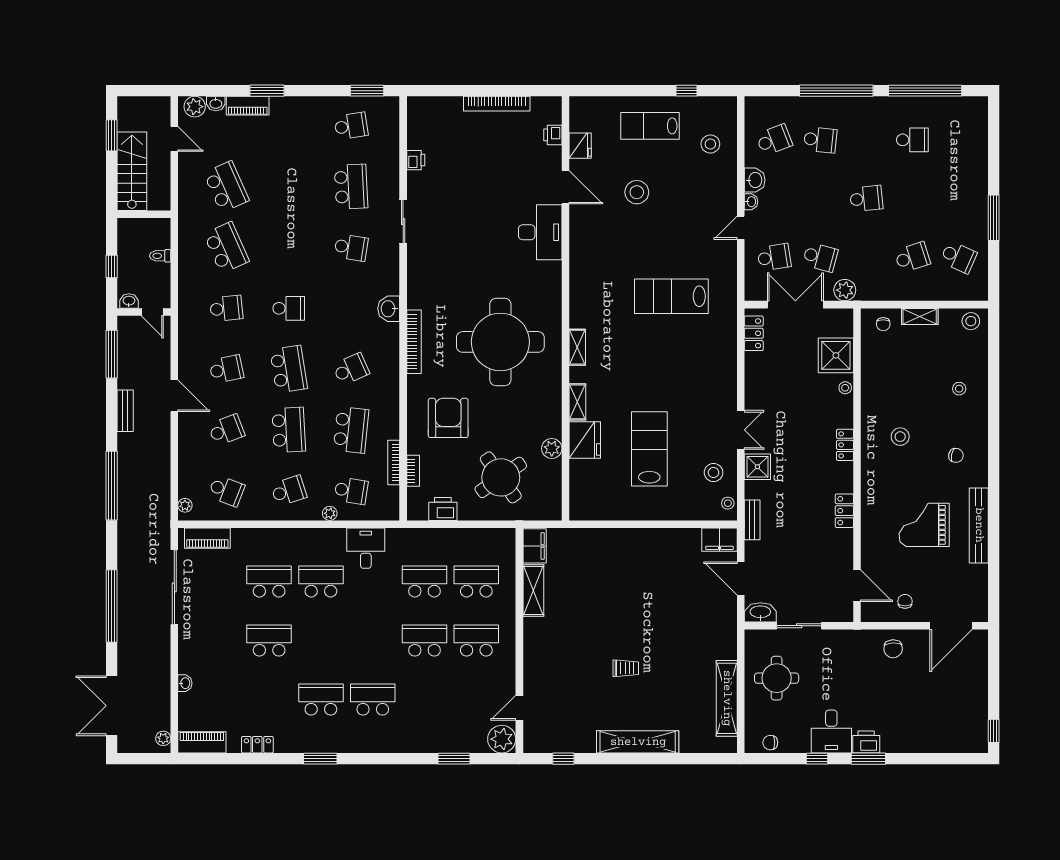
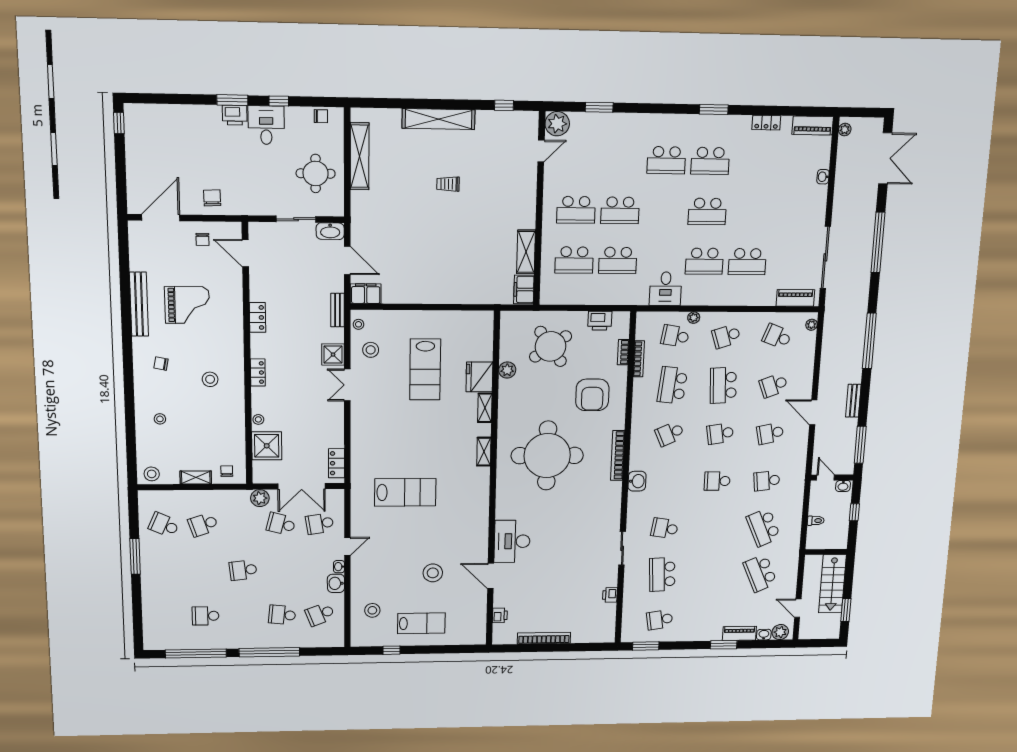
fridge: (580, 146) -> (478, 608), removed
school desk: (289, 369) -> (720, 434), width x0.54
school desk: (269, 640) -> (707, 211), moved

